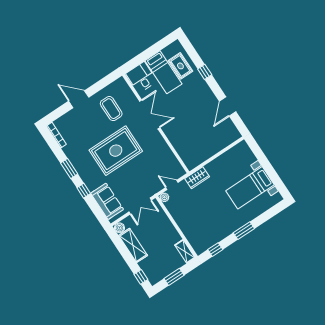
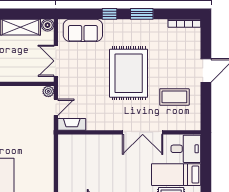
fireplace: (176, 166) -> (72, 124), added
wardrobe: (197, 178) -> (46, 138), removed

